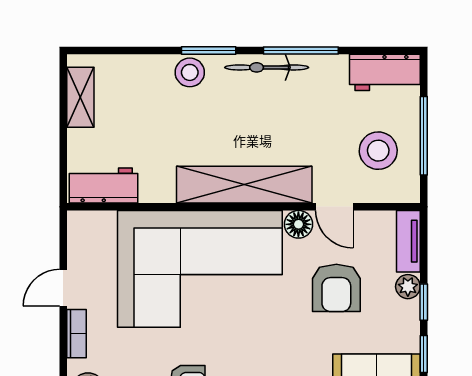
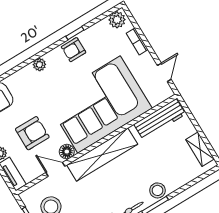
workbench: (103, 185) -> (160, 119), width x1.38
door: (63, 288) -> (164, 72), moved
armchair: (336, 288) -> (32, 133), turned 90

